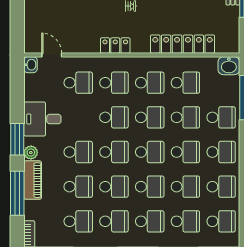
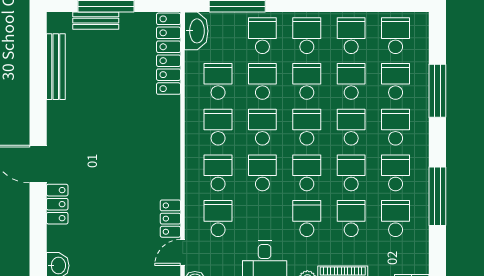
locker: (182, 44) -> (169, 54), moved
locker: (115, 45) -> (170, 219), moved
washbasin: (229, 66) -> (196, 31), width x1.38

